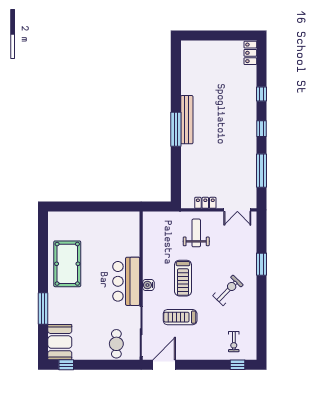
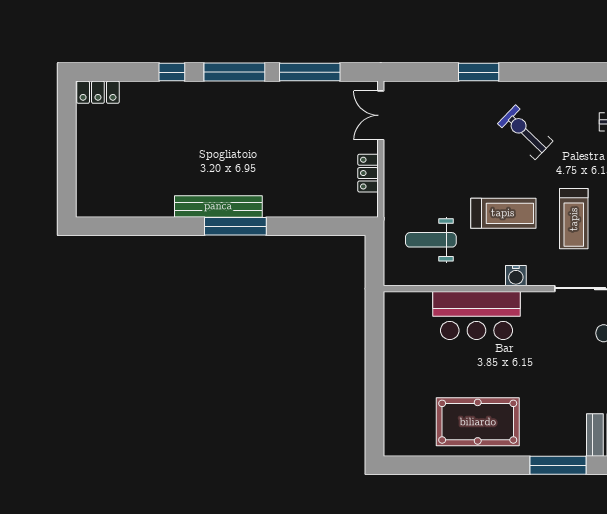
window: (261, 129) -> (234, 72), width x2.17
double door: (237, 210) -> (381, 115), swing flipped
weight bench: (196, 233) -> (431, 240), moved
bar counter: (126, 281) -> (476, 315), moved

